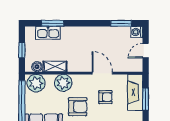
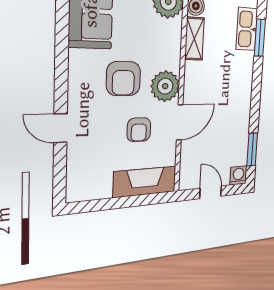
plant: (63, 83) -> (165, 86), moved
window: (146, 99) -> (133, 201), removed

